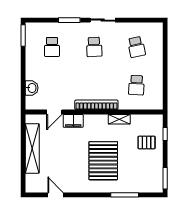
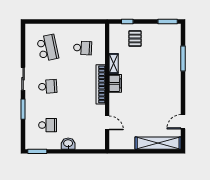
school desk: (136, 47) -> (48, 48), width x1.85
washbasin: (32, 88) -> (68, 144), moved
filing cabinet: (73, 121) -> (115, 83), moved
shelving: (32, 148) -> (158, 143), moved
pallet: (103, 161) -> (152, 78), removed

